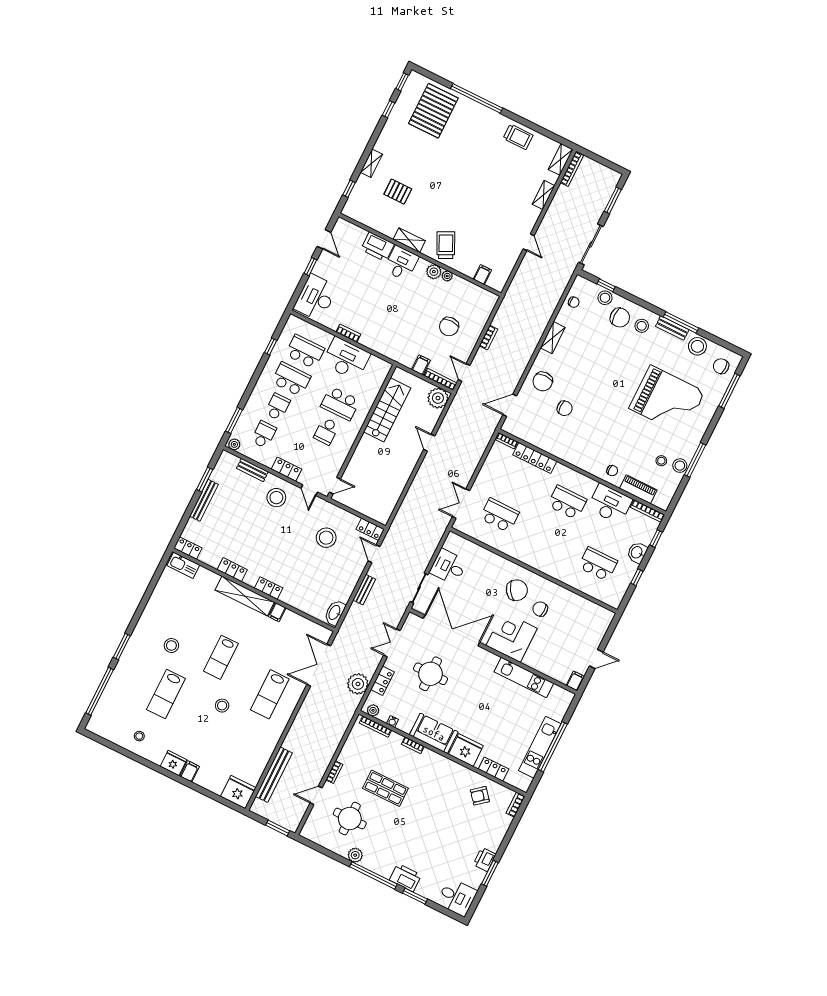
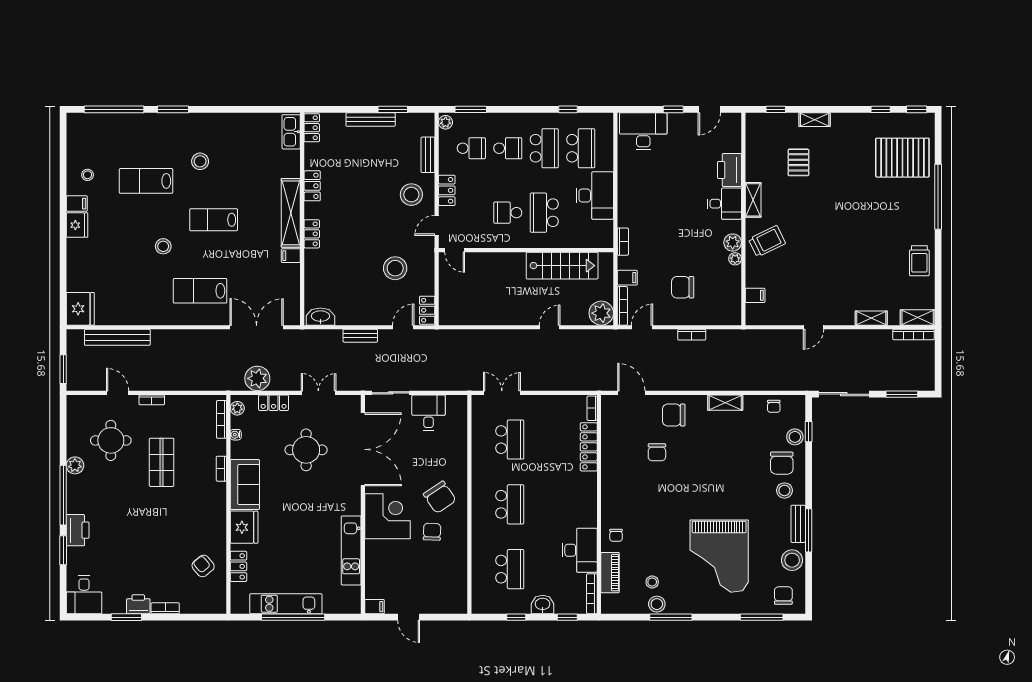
bookcase: (348, 333) -> (623, 242), moved
school desk: (567, 502) -> (510, 504), moved
filing cabinet: (190, 771) -> (77, 204), moved
bookcase: (516, 805) -> (165, 608), moved

